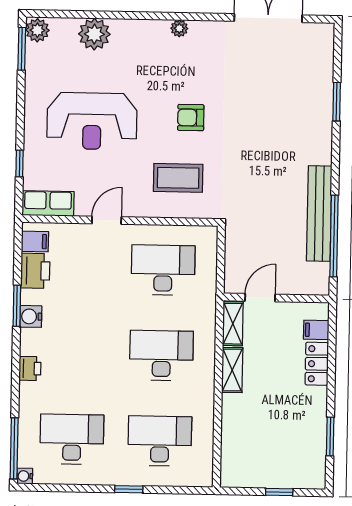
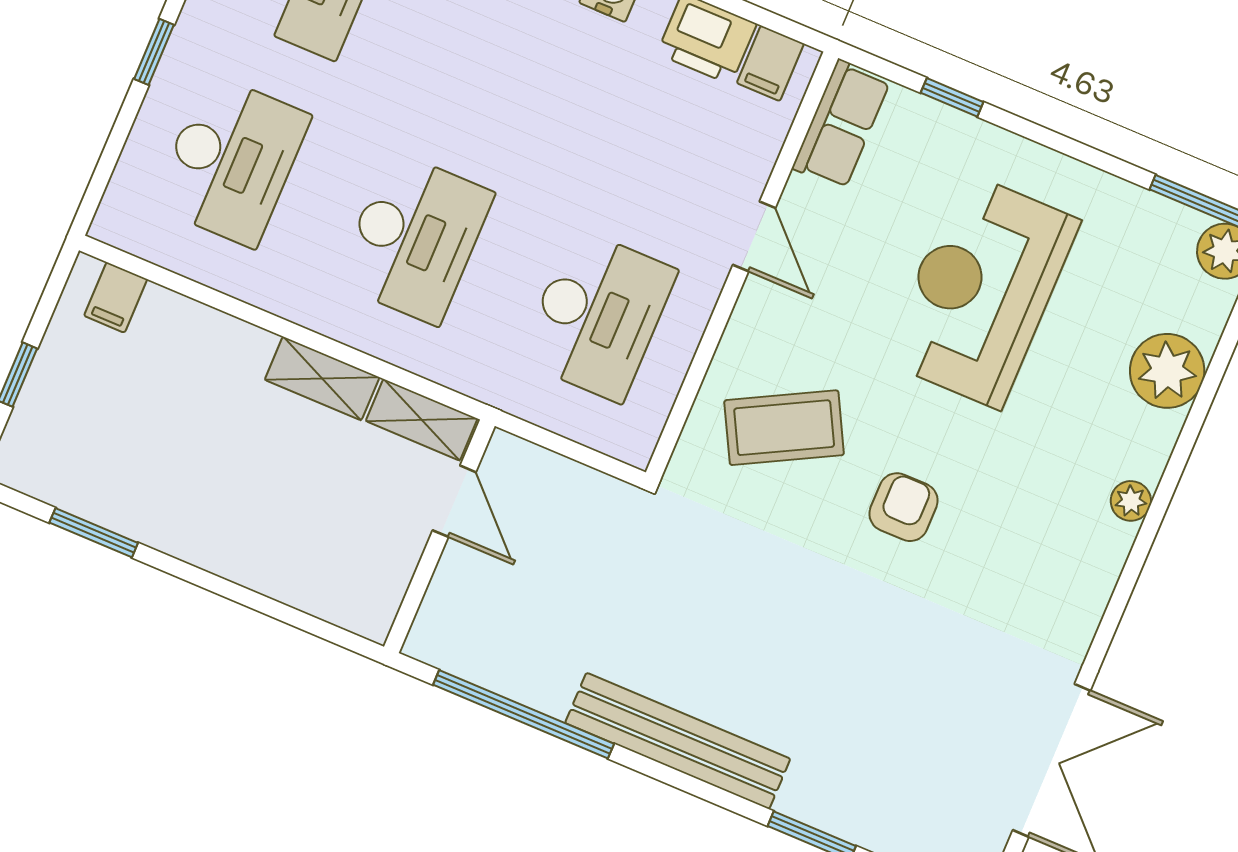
plant: (179, 28) -> (1131, 501), moved
coffee table: (178, 178) -> (784, 428), turned 62
bench: (319, 214) -> (678, 741), moved
filing cabinet: (316, 330) -> (116, 297), moved, turned 180
locker: (317, 364) -> (262, 567), removed

